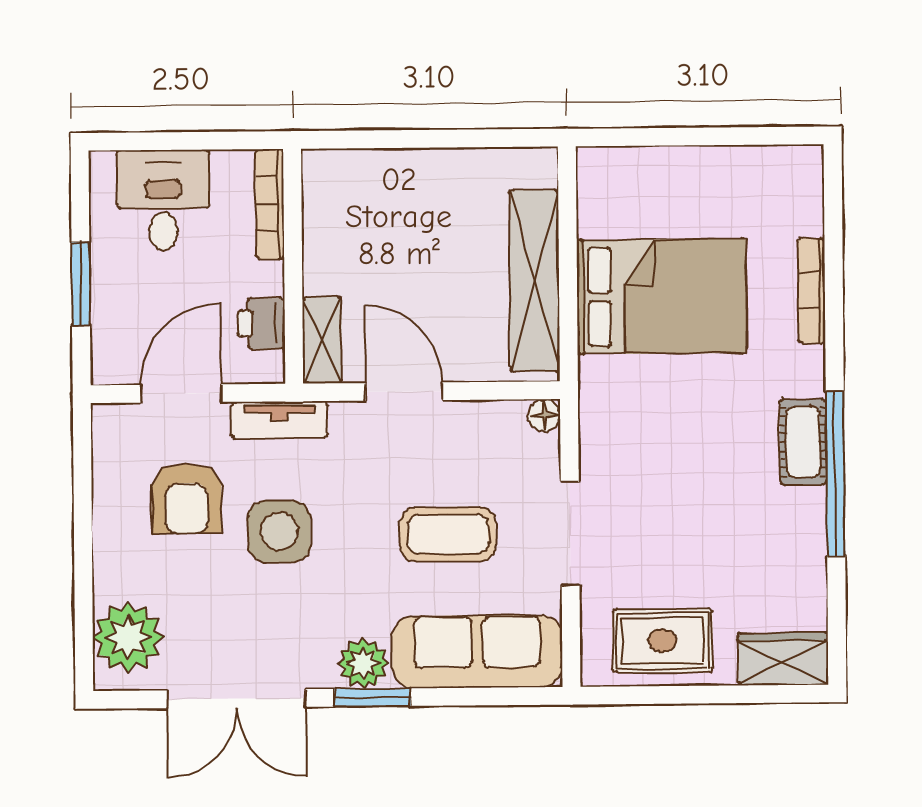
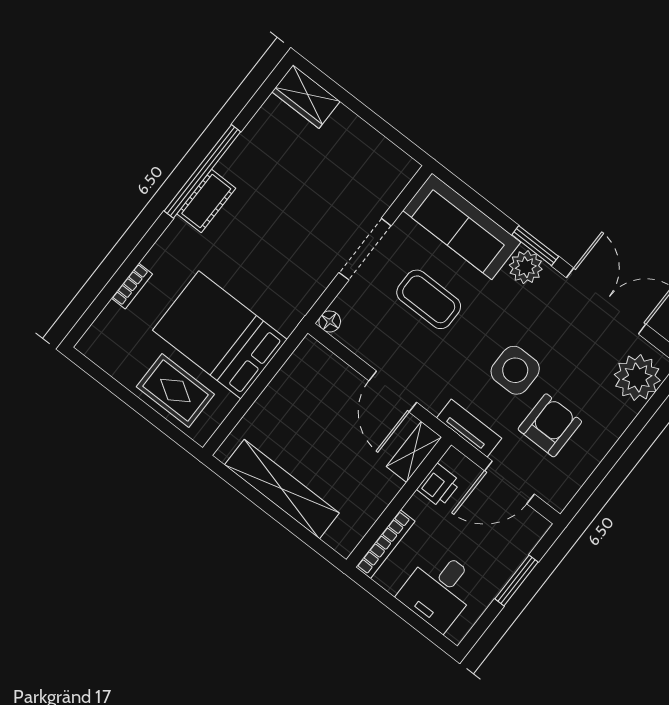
shelving: (534, 280) -> (282, 489), moved, turned 90
bookcase: (811, 291) -> (132, 286), width x0.64
rug: (662, 641) -> (175, 391), moved

